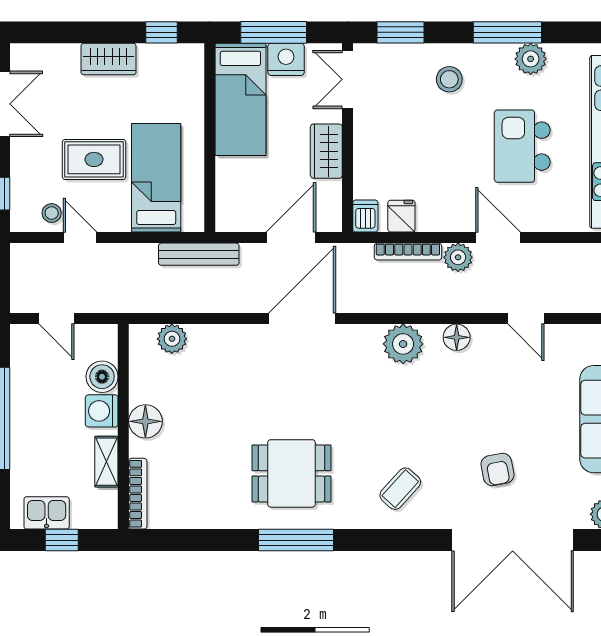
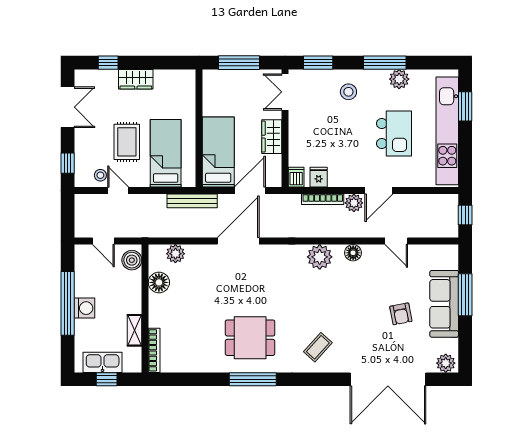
window: (161, 32) -> (108, 63), moved
nightstand: (286, 59) -> (247, 79), removed
bed: (240, 99) -> (218, 152), moved, turned 180
kitchen island: (522, 146) -> (394, 133), turned 180
rug: (94, 159) -> (127, 142), turned 90
door: (498, 238) -> (379, 191), swing flipped
door: (302, 319) -> (238, 241), moved
boiler: (102, 377) -> (132, 260), moved
washing machine: (102, 411) -> (84, 308), moved, turned 180
floor lamp: (145, 421) -> (159, 282), moved
armchair: (497, 469) -> (401, 314), moved
kitchen sink: (47, 513) -> (103, 362), width x1.38

